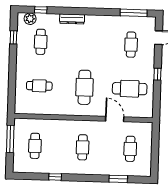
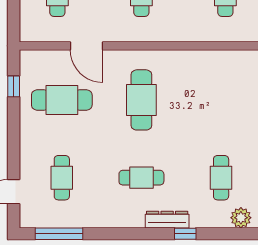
window: (41, 10) -> (185, 234), moved
window: (157, 74) -> (14, 86), moved
cafe table: (39, 86) -> (141, 178), moved

